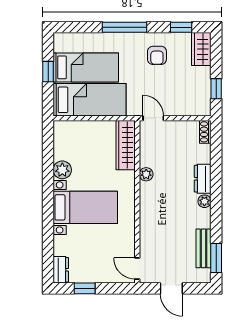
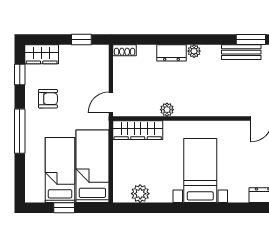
plant: (62, 170) -> (140, 194), moved

